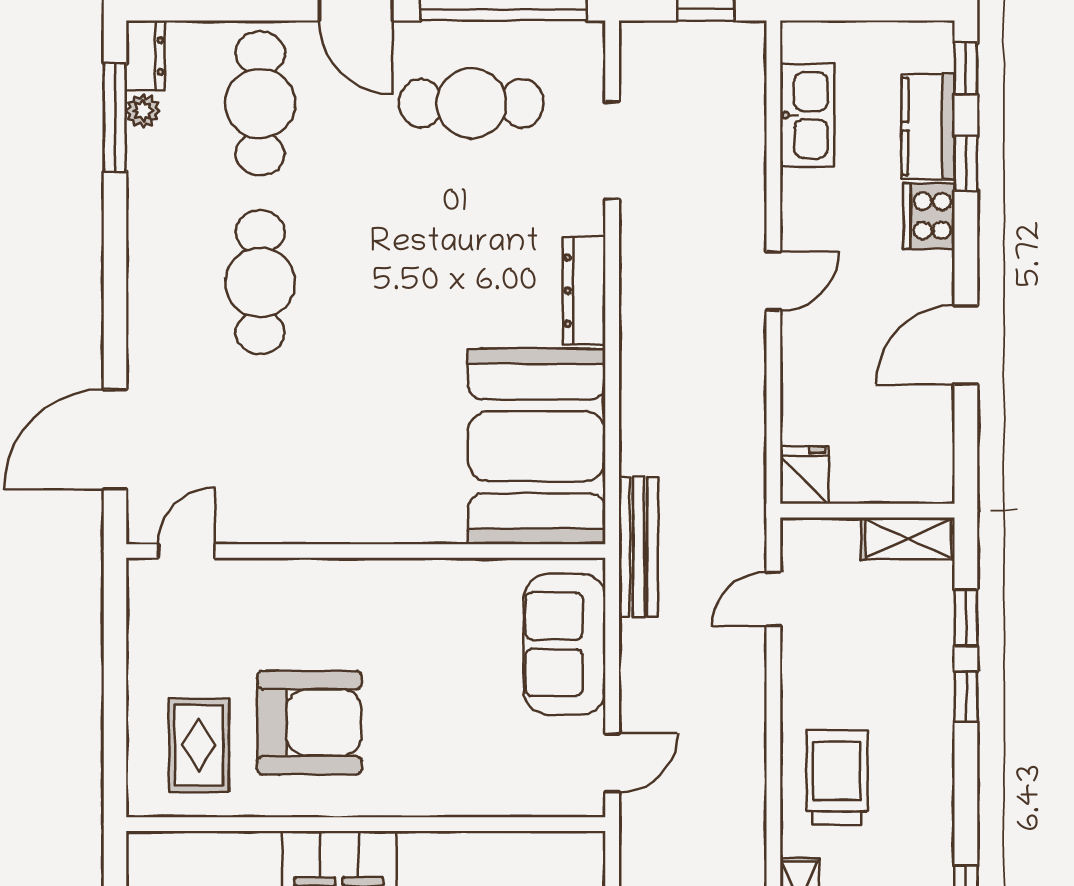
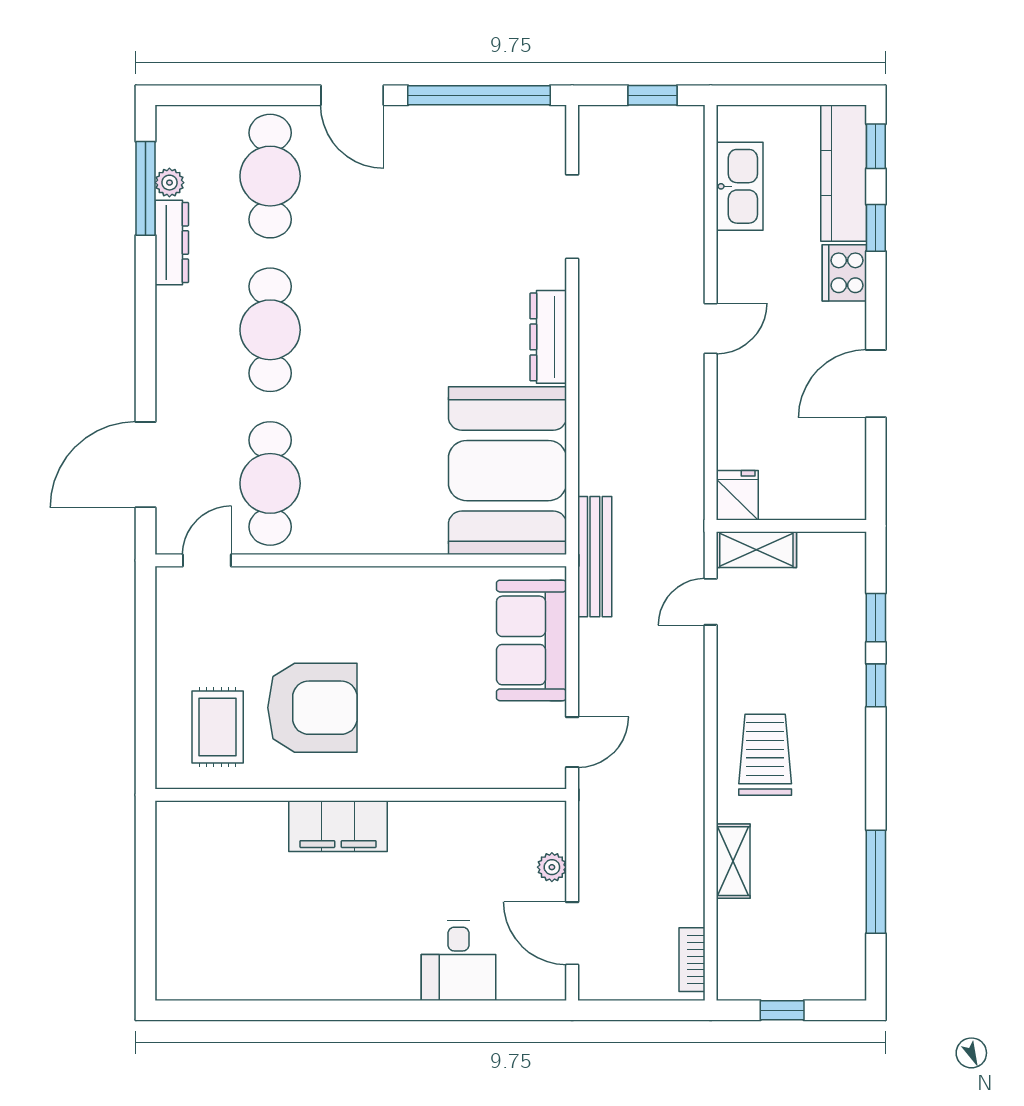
dresser: (146, 56) -> (172, 242), moved, width x1.44
cafe table: (471, 103) -> (270, 483), moved, turned 90
kitchen counter: (928, 126) -> (844, 173), width x1.50
shelving: (908, 538) -> (756, 550), moved

